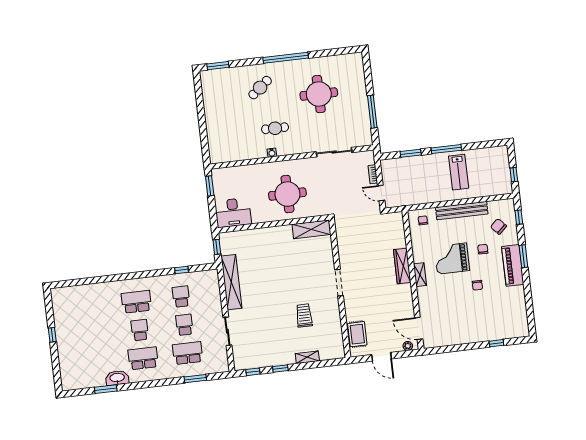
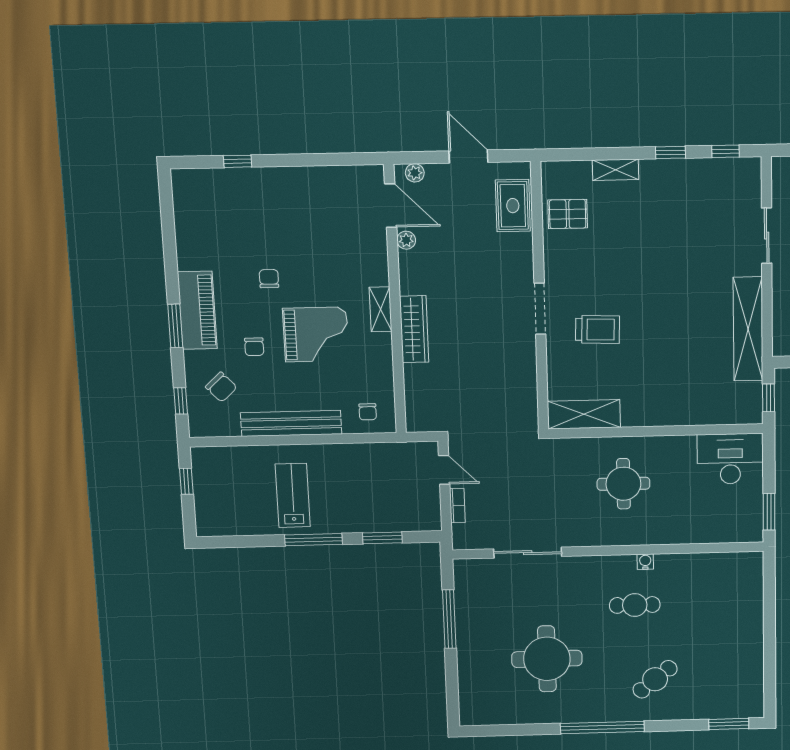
round table: (287, 194) -> (623, 484), width x0.73, depth x0.73
plant: (410, 311) -> (406, 240), added
trolley: (304, 315) -> (598, 330), moved, turned -88
pallet: (329, 333) -> (568, 214), added

